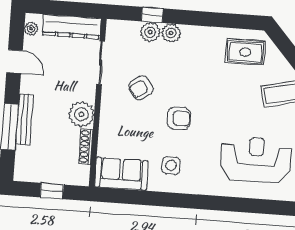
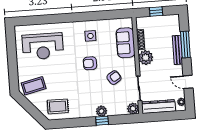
window: (152, 15) -> (102, 121), moved
plant: (150, 32) -> (133, 109), moved
sofa: (121, 174) -> (125, 43), moved, turned 90

